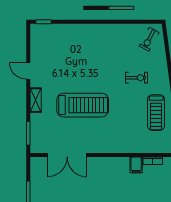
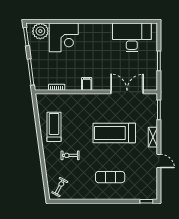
exercise mat: (88, 51) -> (110, 177), added
filing cabinet: (136, 165) -> (87, 84), moved

